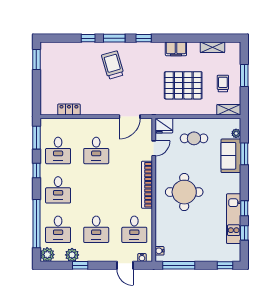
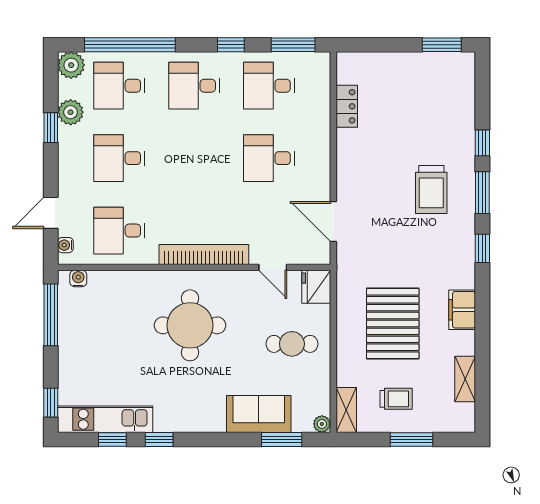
trolley: (113, 65) -> (431, 190), turned 106
plant: (236, 133) -> (322, 424), moved
cafe table: (194, 138) -> (292, 344), turned 90
window: (244, 154) -> (282, 439), moved
kitchen unit: (234, 219) -> (105, 419), moved

